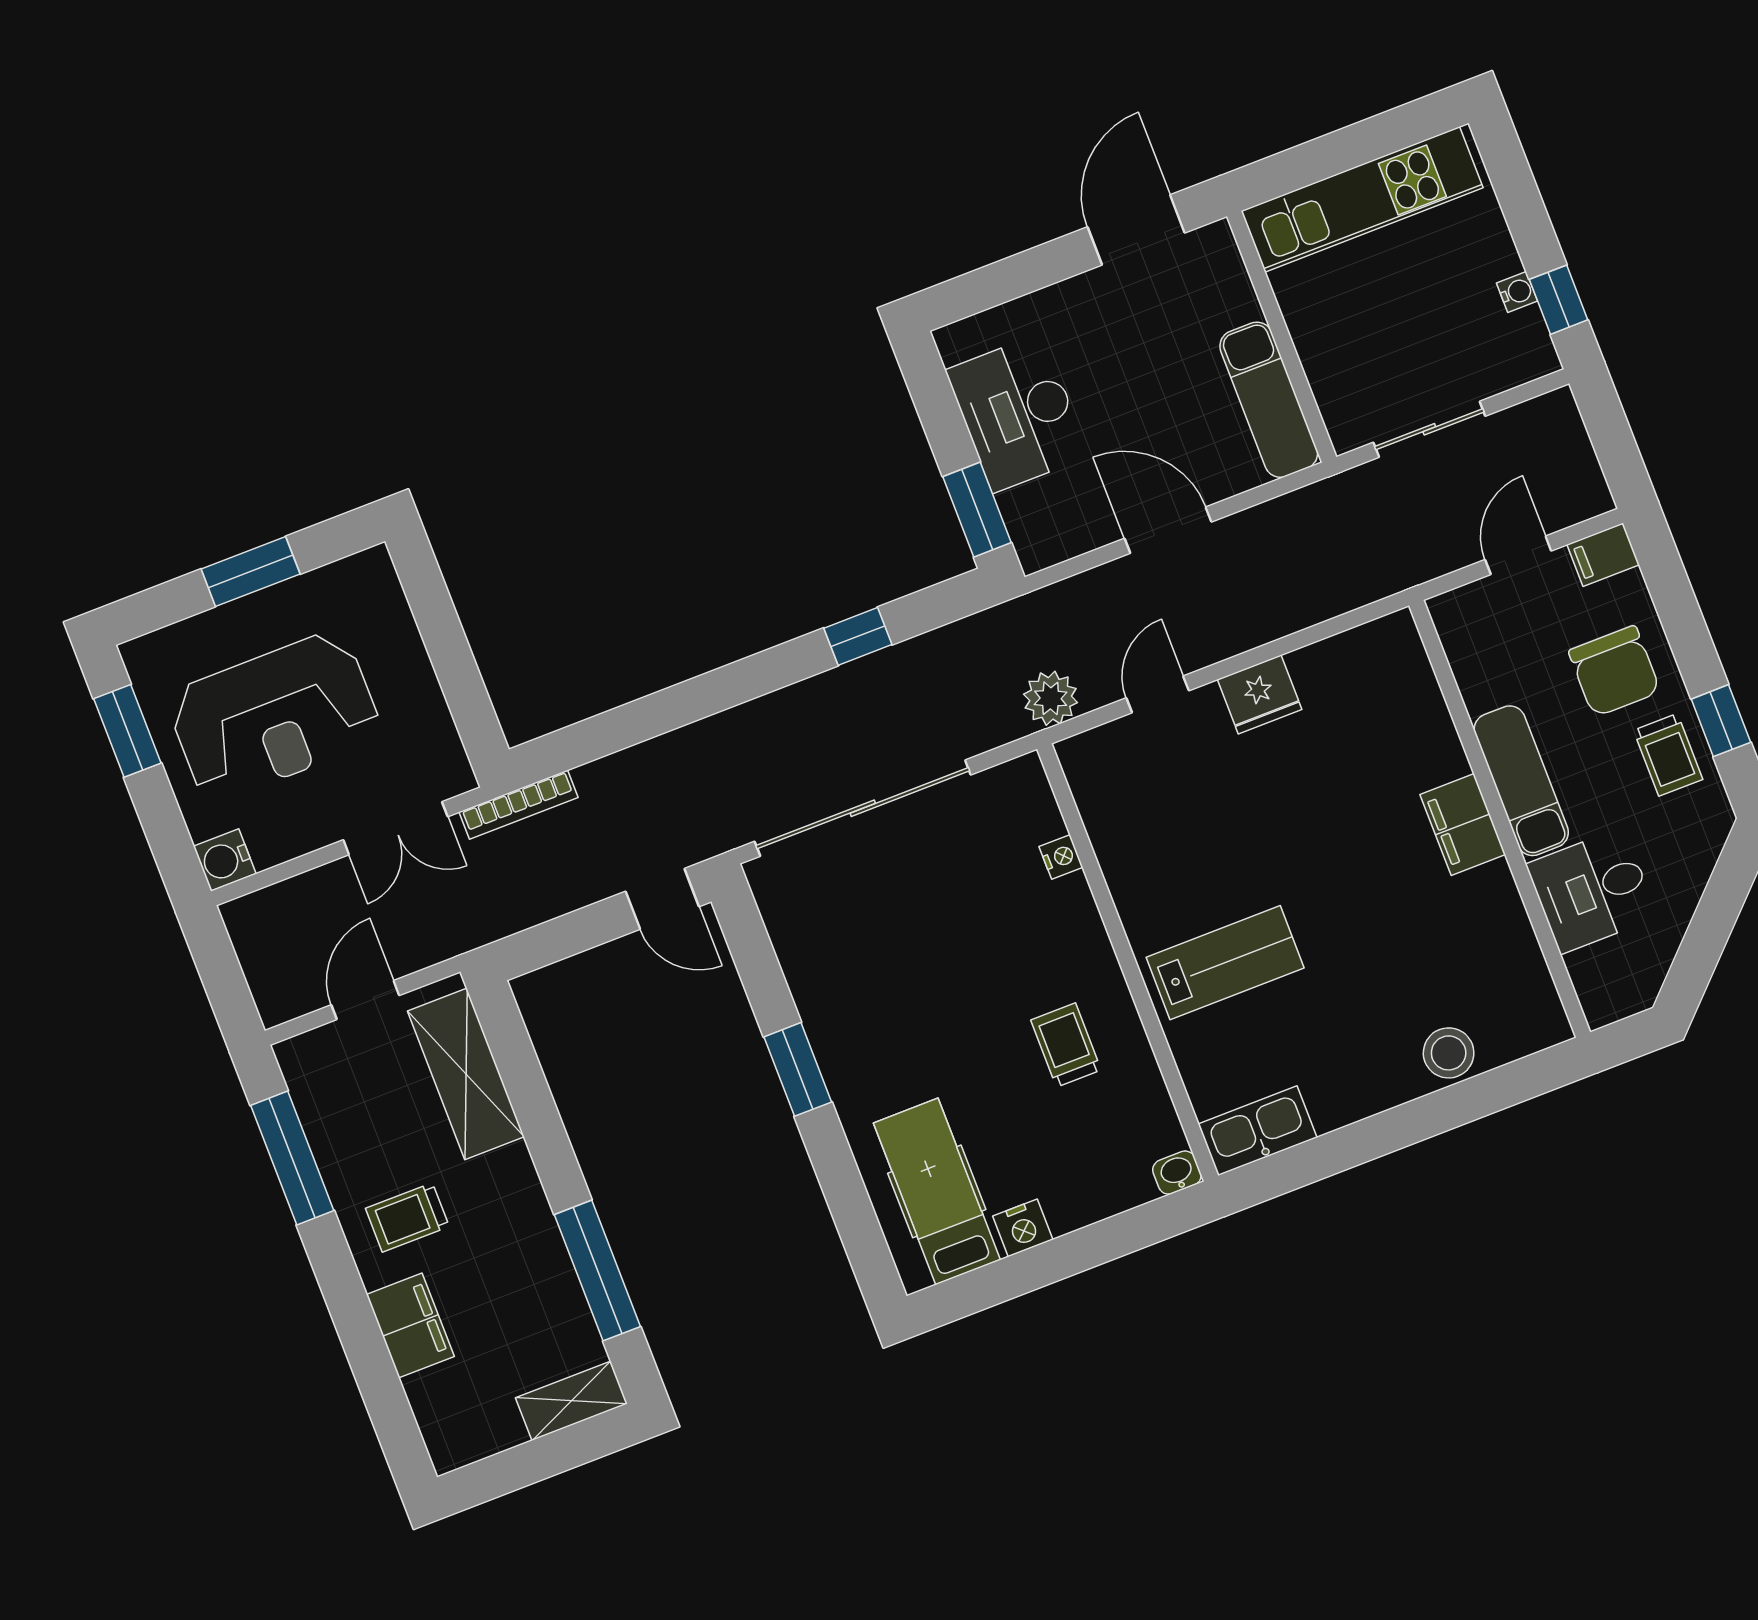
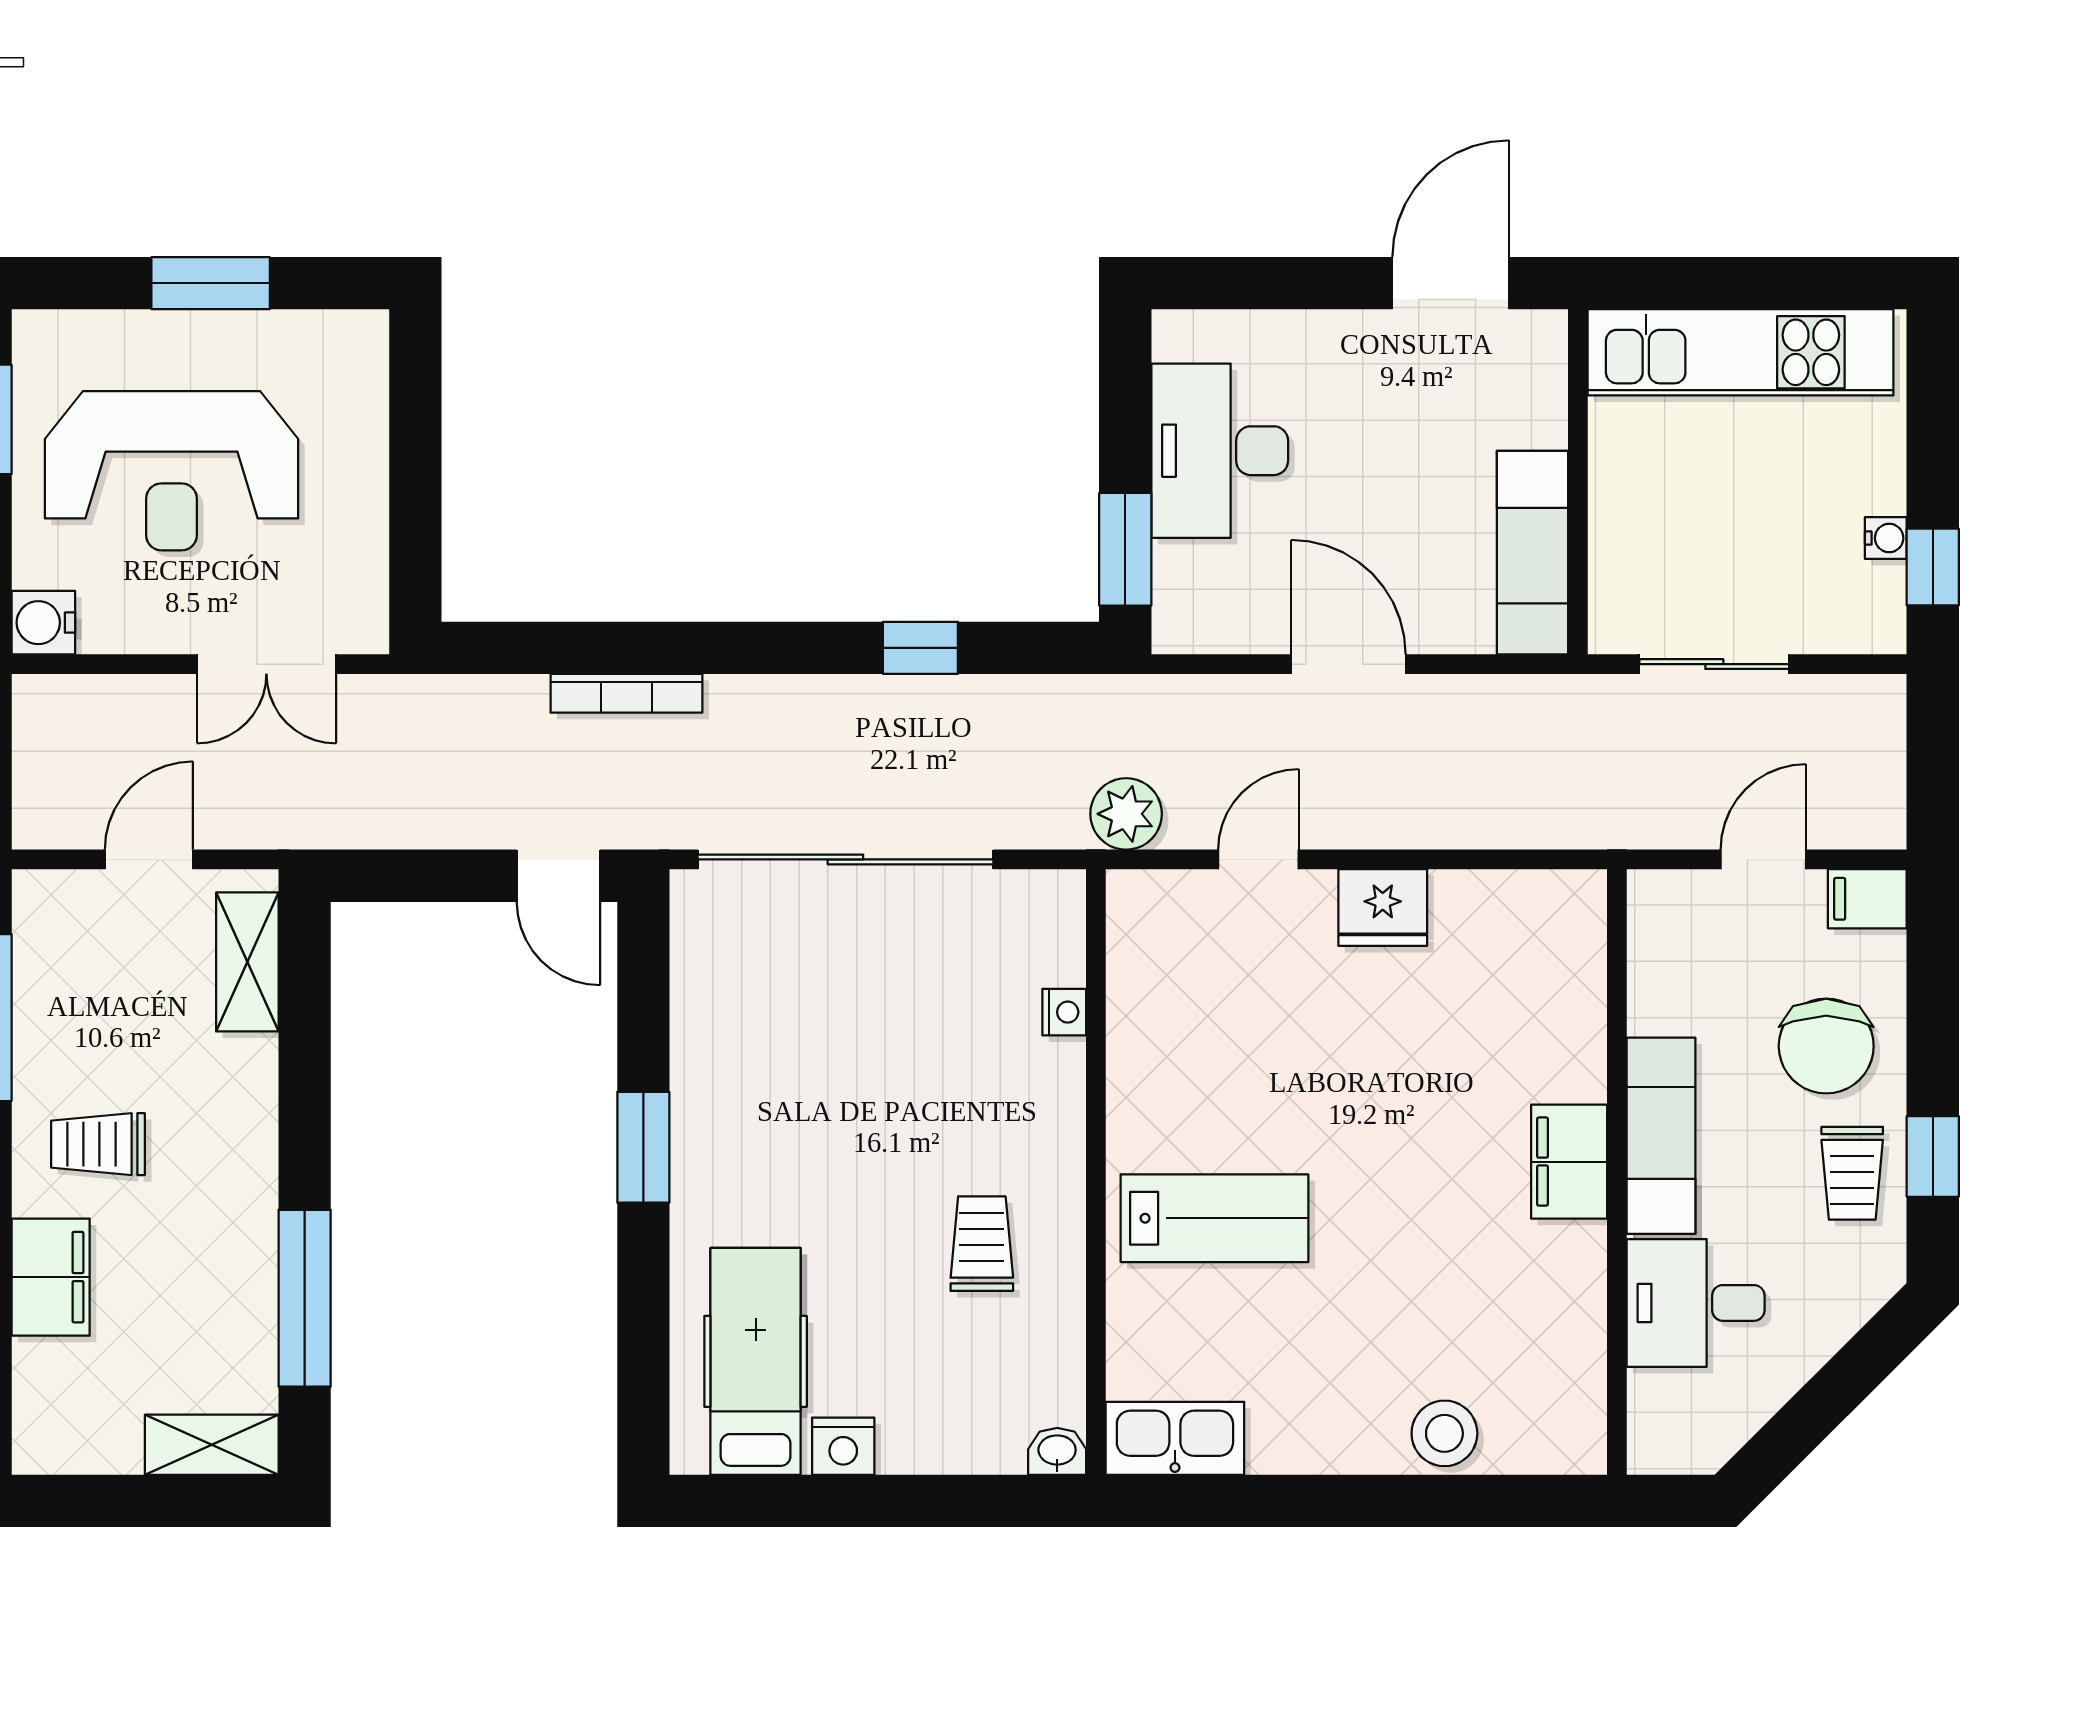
bookcase: (519, 805) -> (626, 693), moved
shelving: (466, 1074) -> (247, 962), width x0.67, depth x0.75

